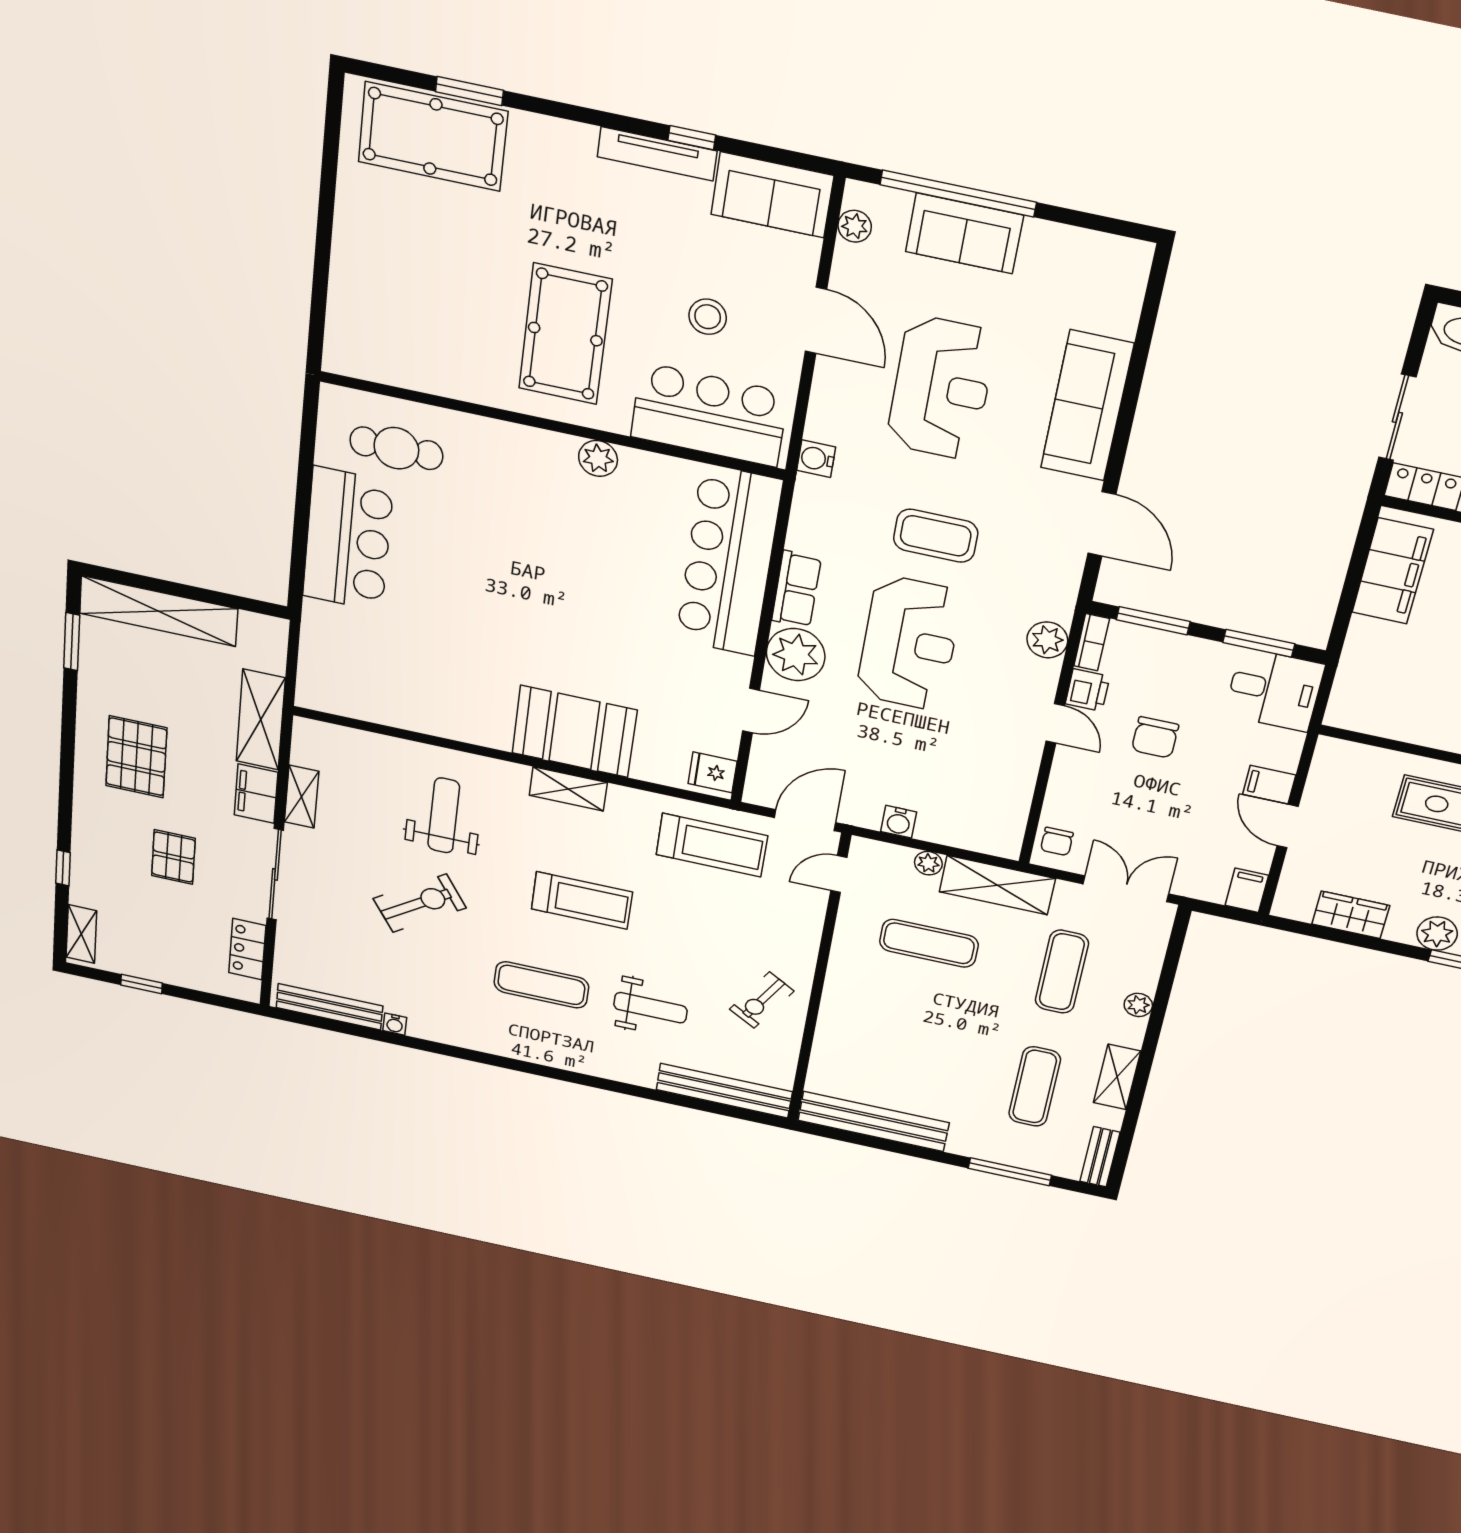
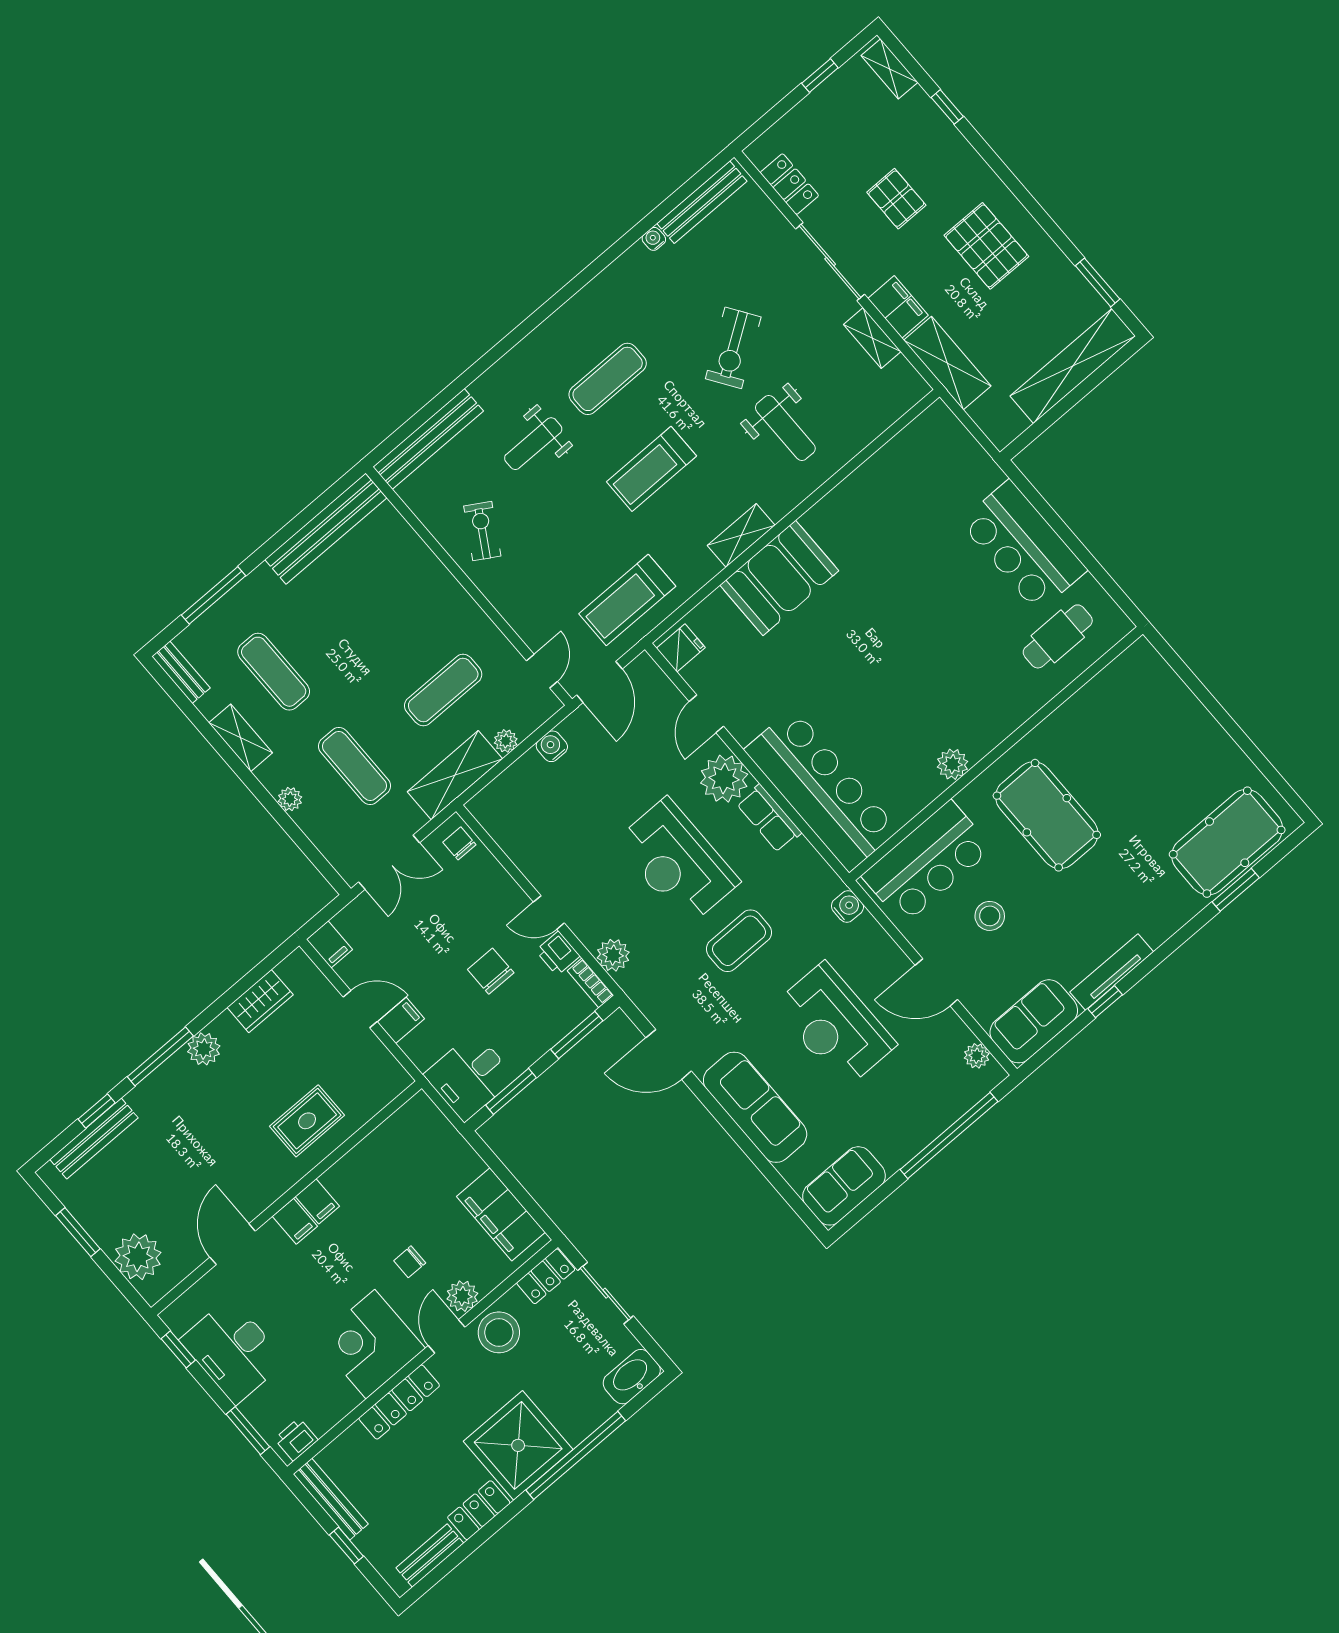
sofa: (964, 233) -> (844, 1186), moved

